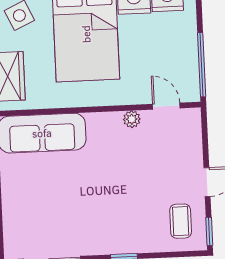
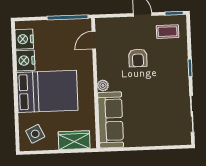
plant: (132, 119) -> (103, 85), moved
armchair: (139, 175) -> (138, 58), added

